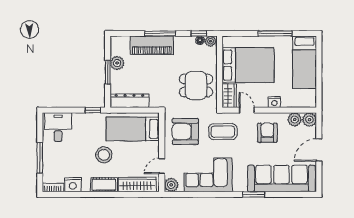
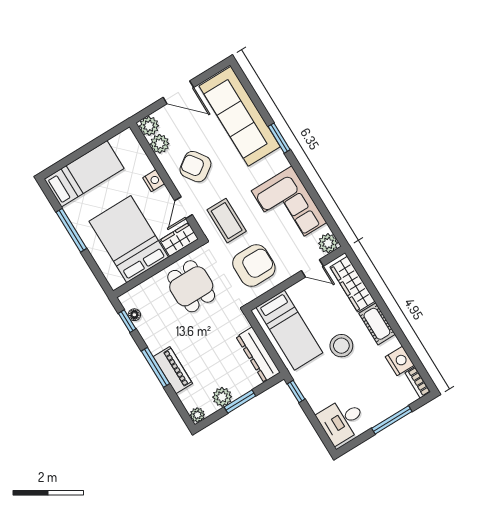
plant: (211, 41) -> (197, 415), moved
piano: (152, 45) -> (173, 370), width x0.73, depth x0.75
armchair: (185, 131) -> (254, 265), turned -90
armchair: (267, 133) -> (195, 167), turned 55

